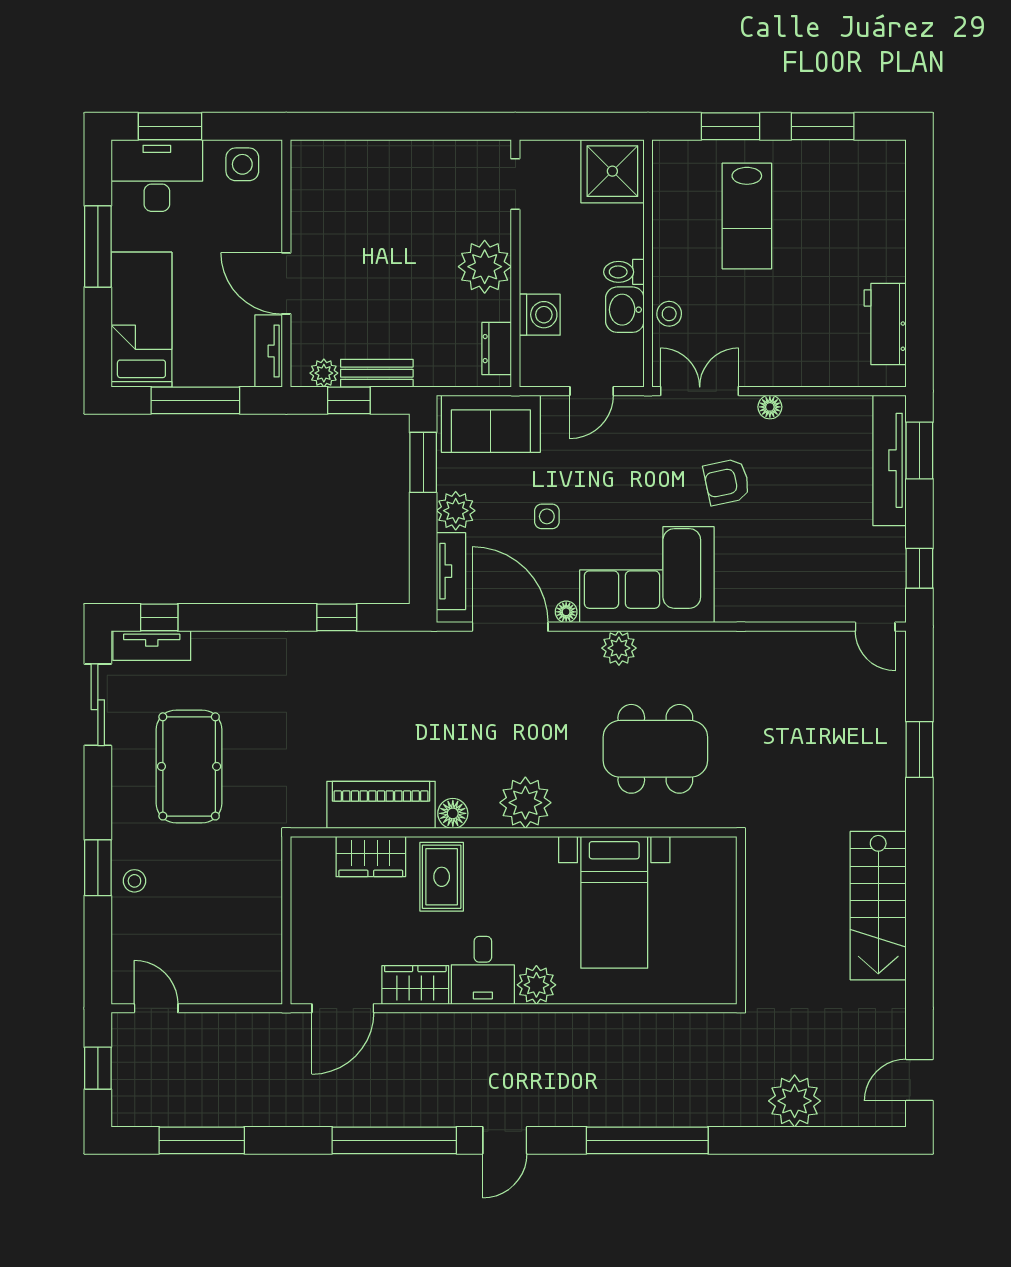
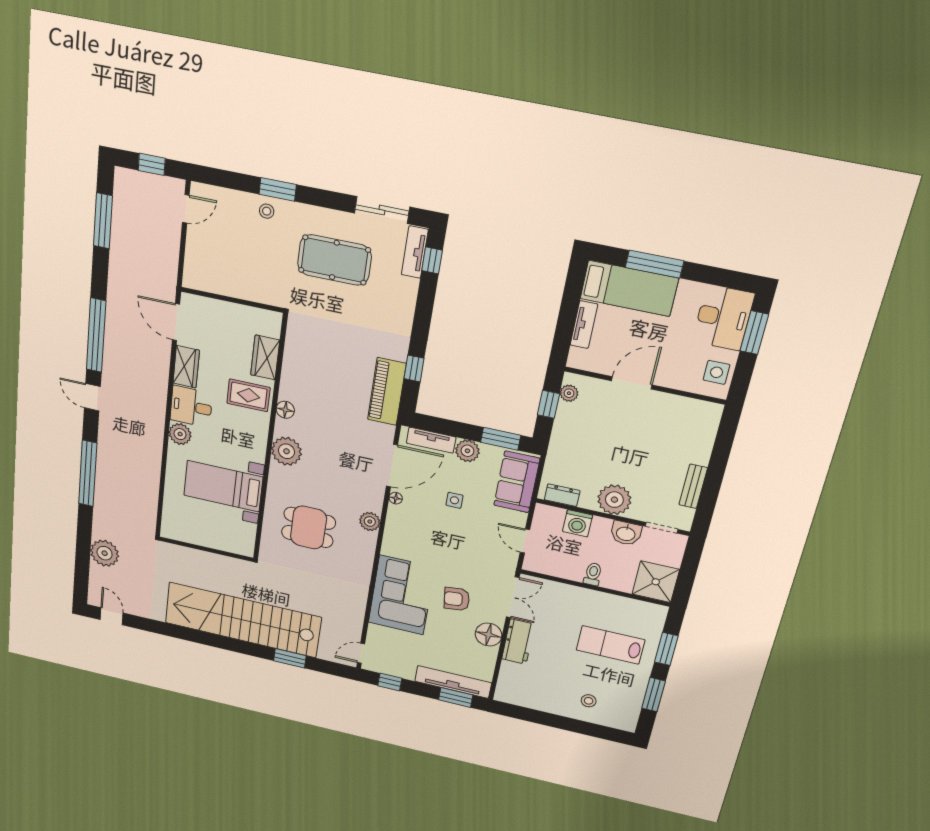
window: (98, 246) -> (655, 264), moved
washbasin: (625, 310) -> (626, 533), moved, turned 180
stool: (669, 314) -> (589, 701), moved
workbench: (885, 324) -> (518, 642), moved, turned 90
tv unit: (269, 351) -> (584, 325), moved, turned 90
bench: (377, 373) -> (693, 486), moved
window: (195, 400) -> (568, 312), removed
floor lamp: (770, 407) -> (488, 635), width x1.89, depth x1.89
armchair: (727, 482) -> (457, 599), turned -85
corner sofa: (647, 575) -> (401, 595), moved
dining table: (655, 749) -> (308, 527), width x0.73
piano: (381, 805) -> (387, 392), moved, turned 180
stairs: (878, 906) -> (243, 620), width x1.86, depth x1.51

